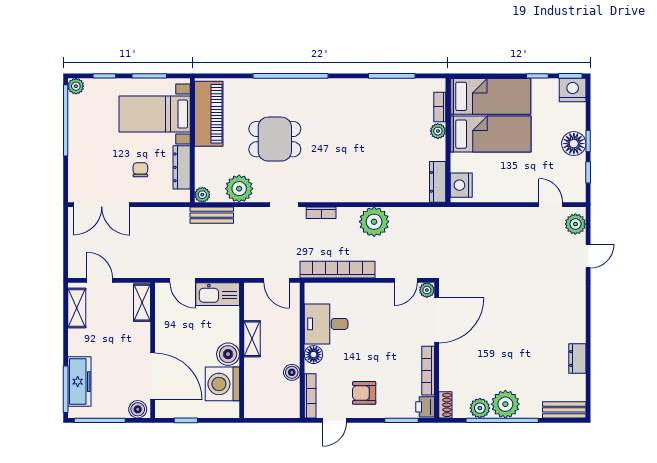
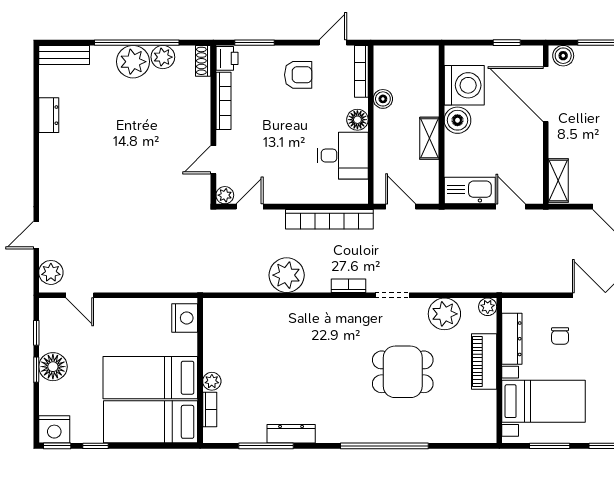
piano: (209, 114) -> (484, 362), moved, width x0.73, depth x0.75
dresser: (438, 182) -> (291, 434), moved, turned -90
bench: (212, 215) -> (477, 283), removed
door: (437, 320) -> (213, 160), width x0.53

